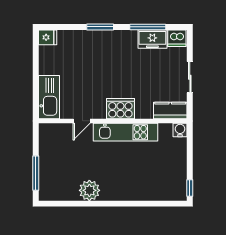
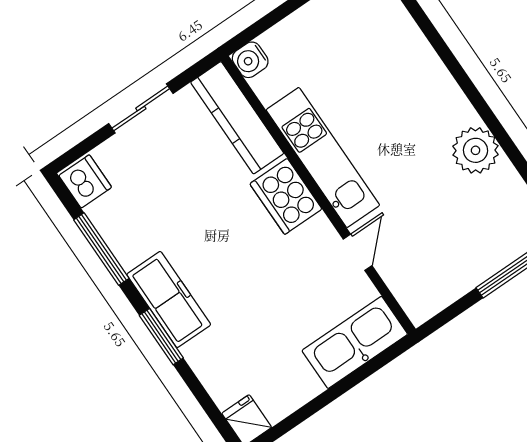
freezer: (152, 39) -> (169, 299), moved, width x1.40
kitchen counter: (170, 111) -> (237, 118), width x1.50
door: (82, 121) -> (358, 252), hinge flipped

